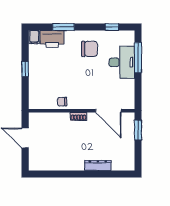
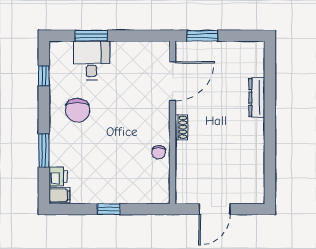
printer: (52, 39) -> (58, 176), width x0.53, depth x0.68
chair: (89, 49) -> (78, 110), turned 180
window: (138, 58) -> (91, 36), width x0.69
desk: (122, 62) -> (92, 60), width x0.73

